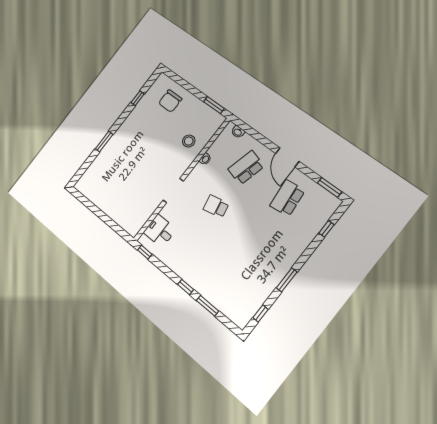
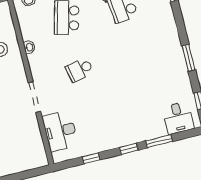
desk: (160, 231) -> (60, 131), width x1.37
window: (145, 252) -> (91, 158), moved
desk: (235, 307) -> (178, 118), added

